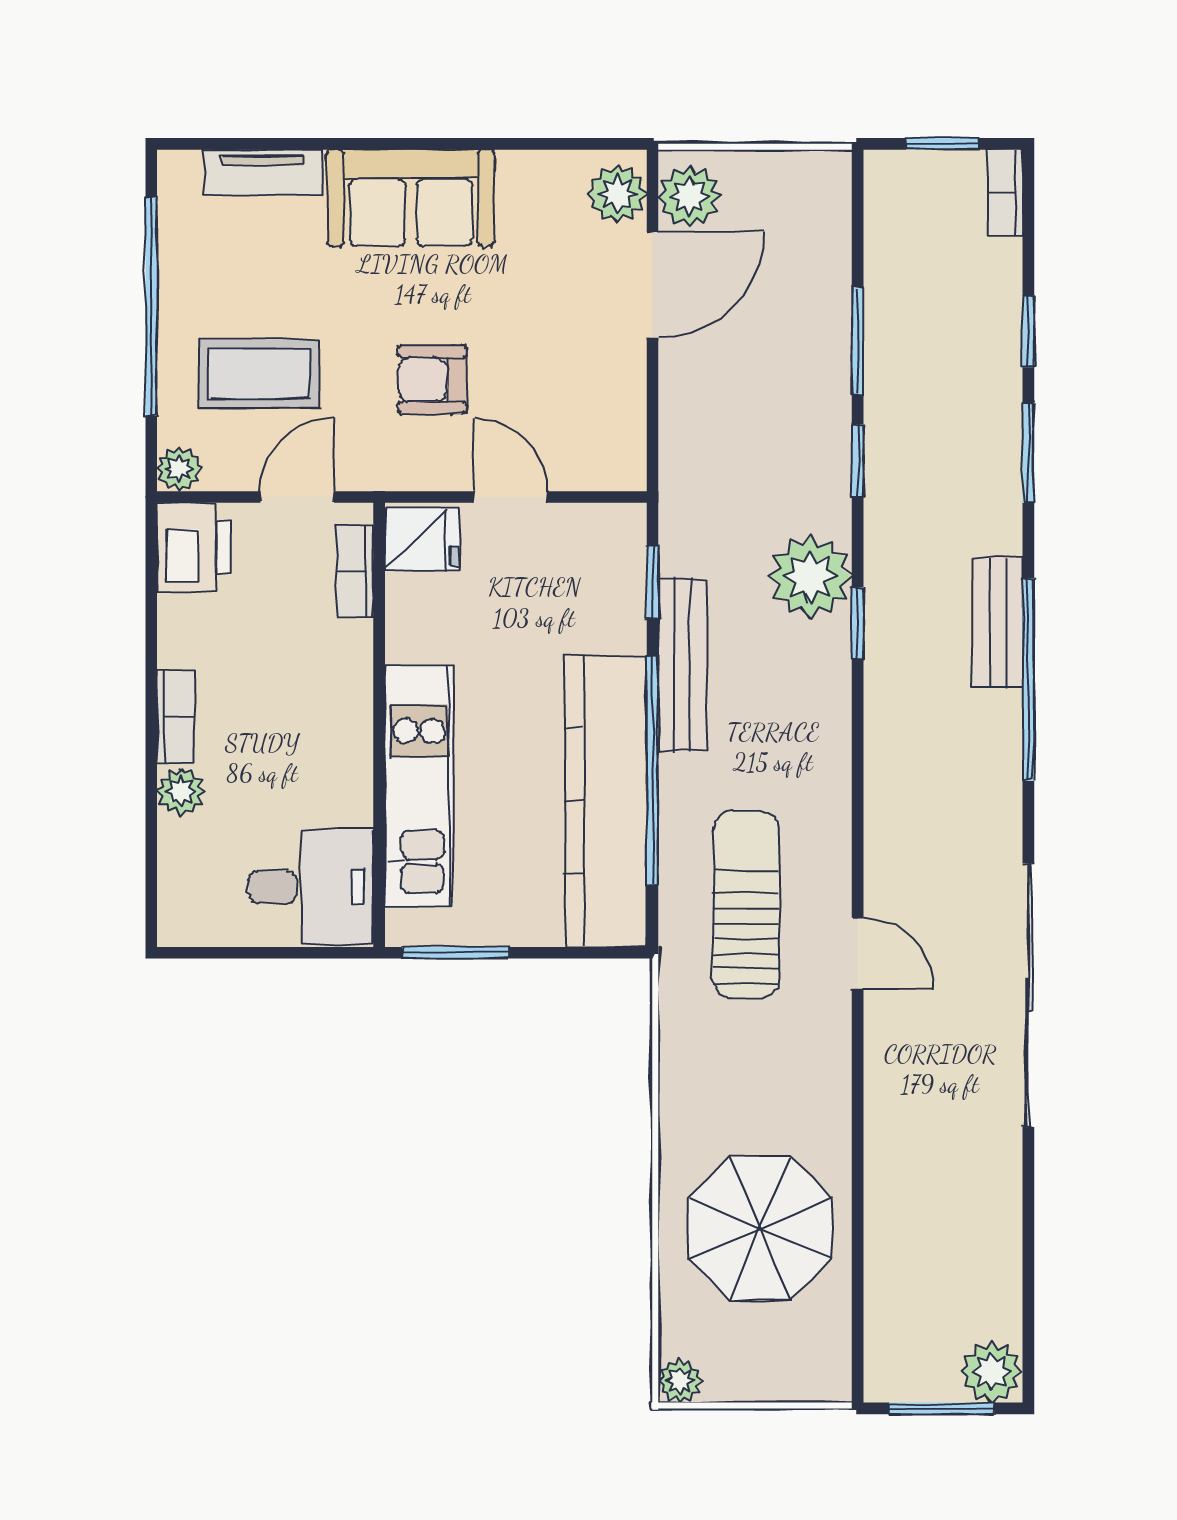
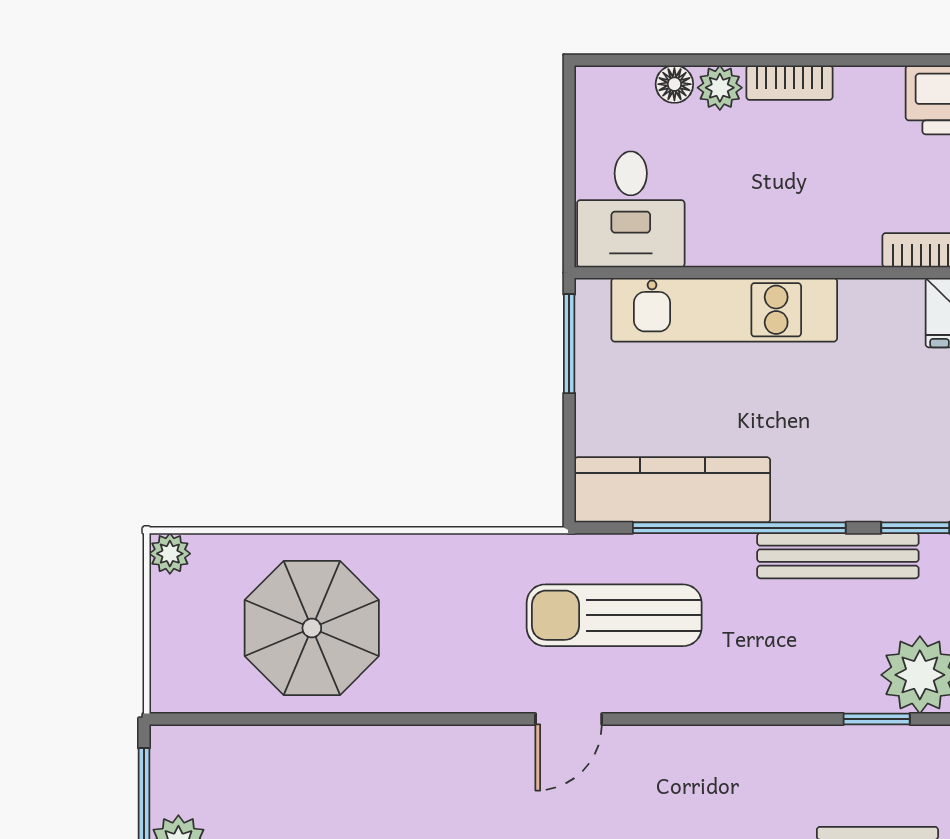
kitchen counter: (606, 801) -> (672, 490), width x0.72, depth x0.86
floor lamp: (177, 840) -> (674, 84), added
sun lounger: (746, 905) -> (614, 615), turned 180

